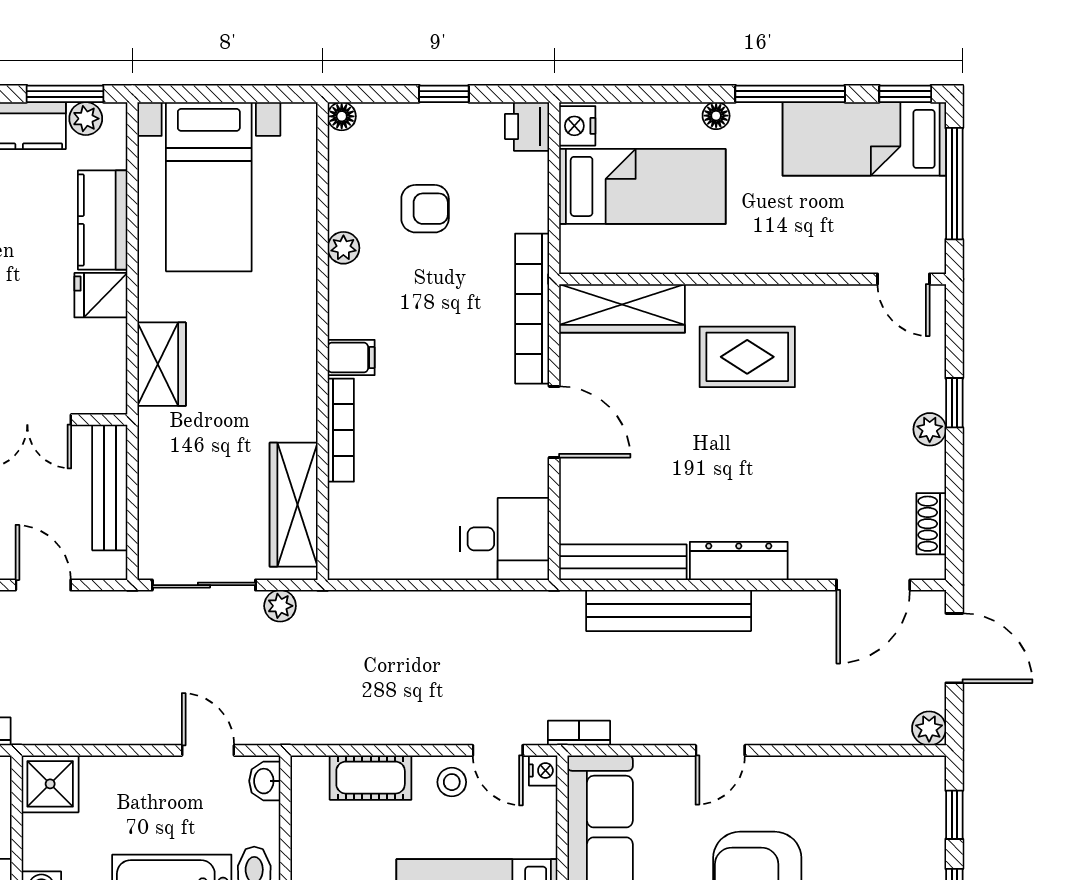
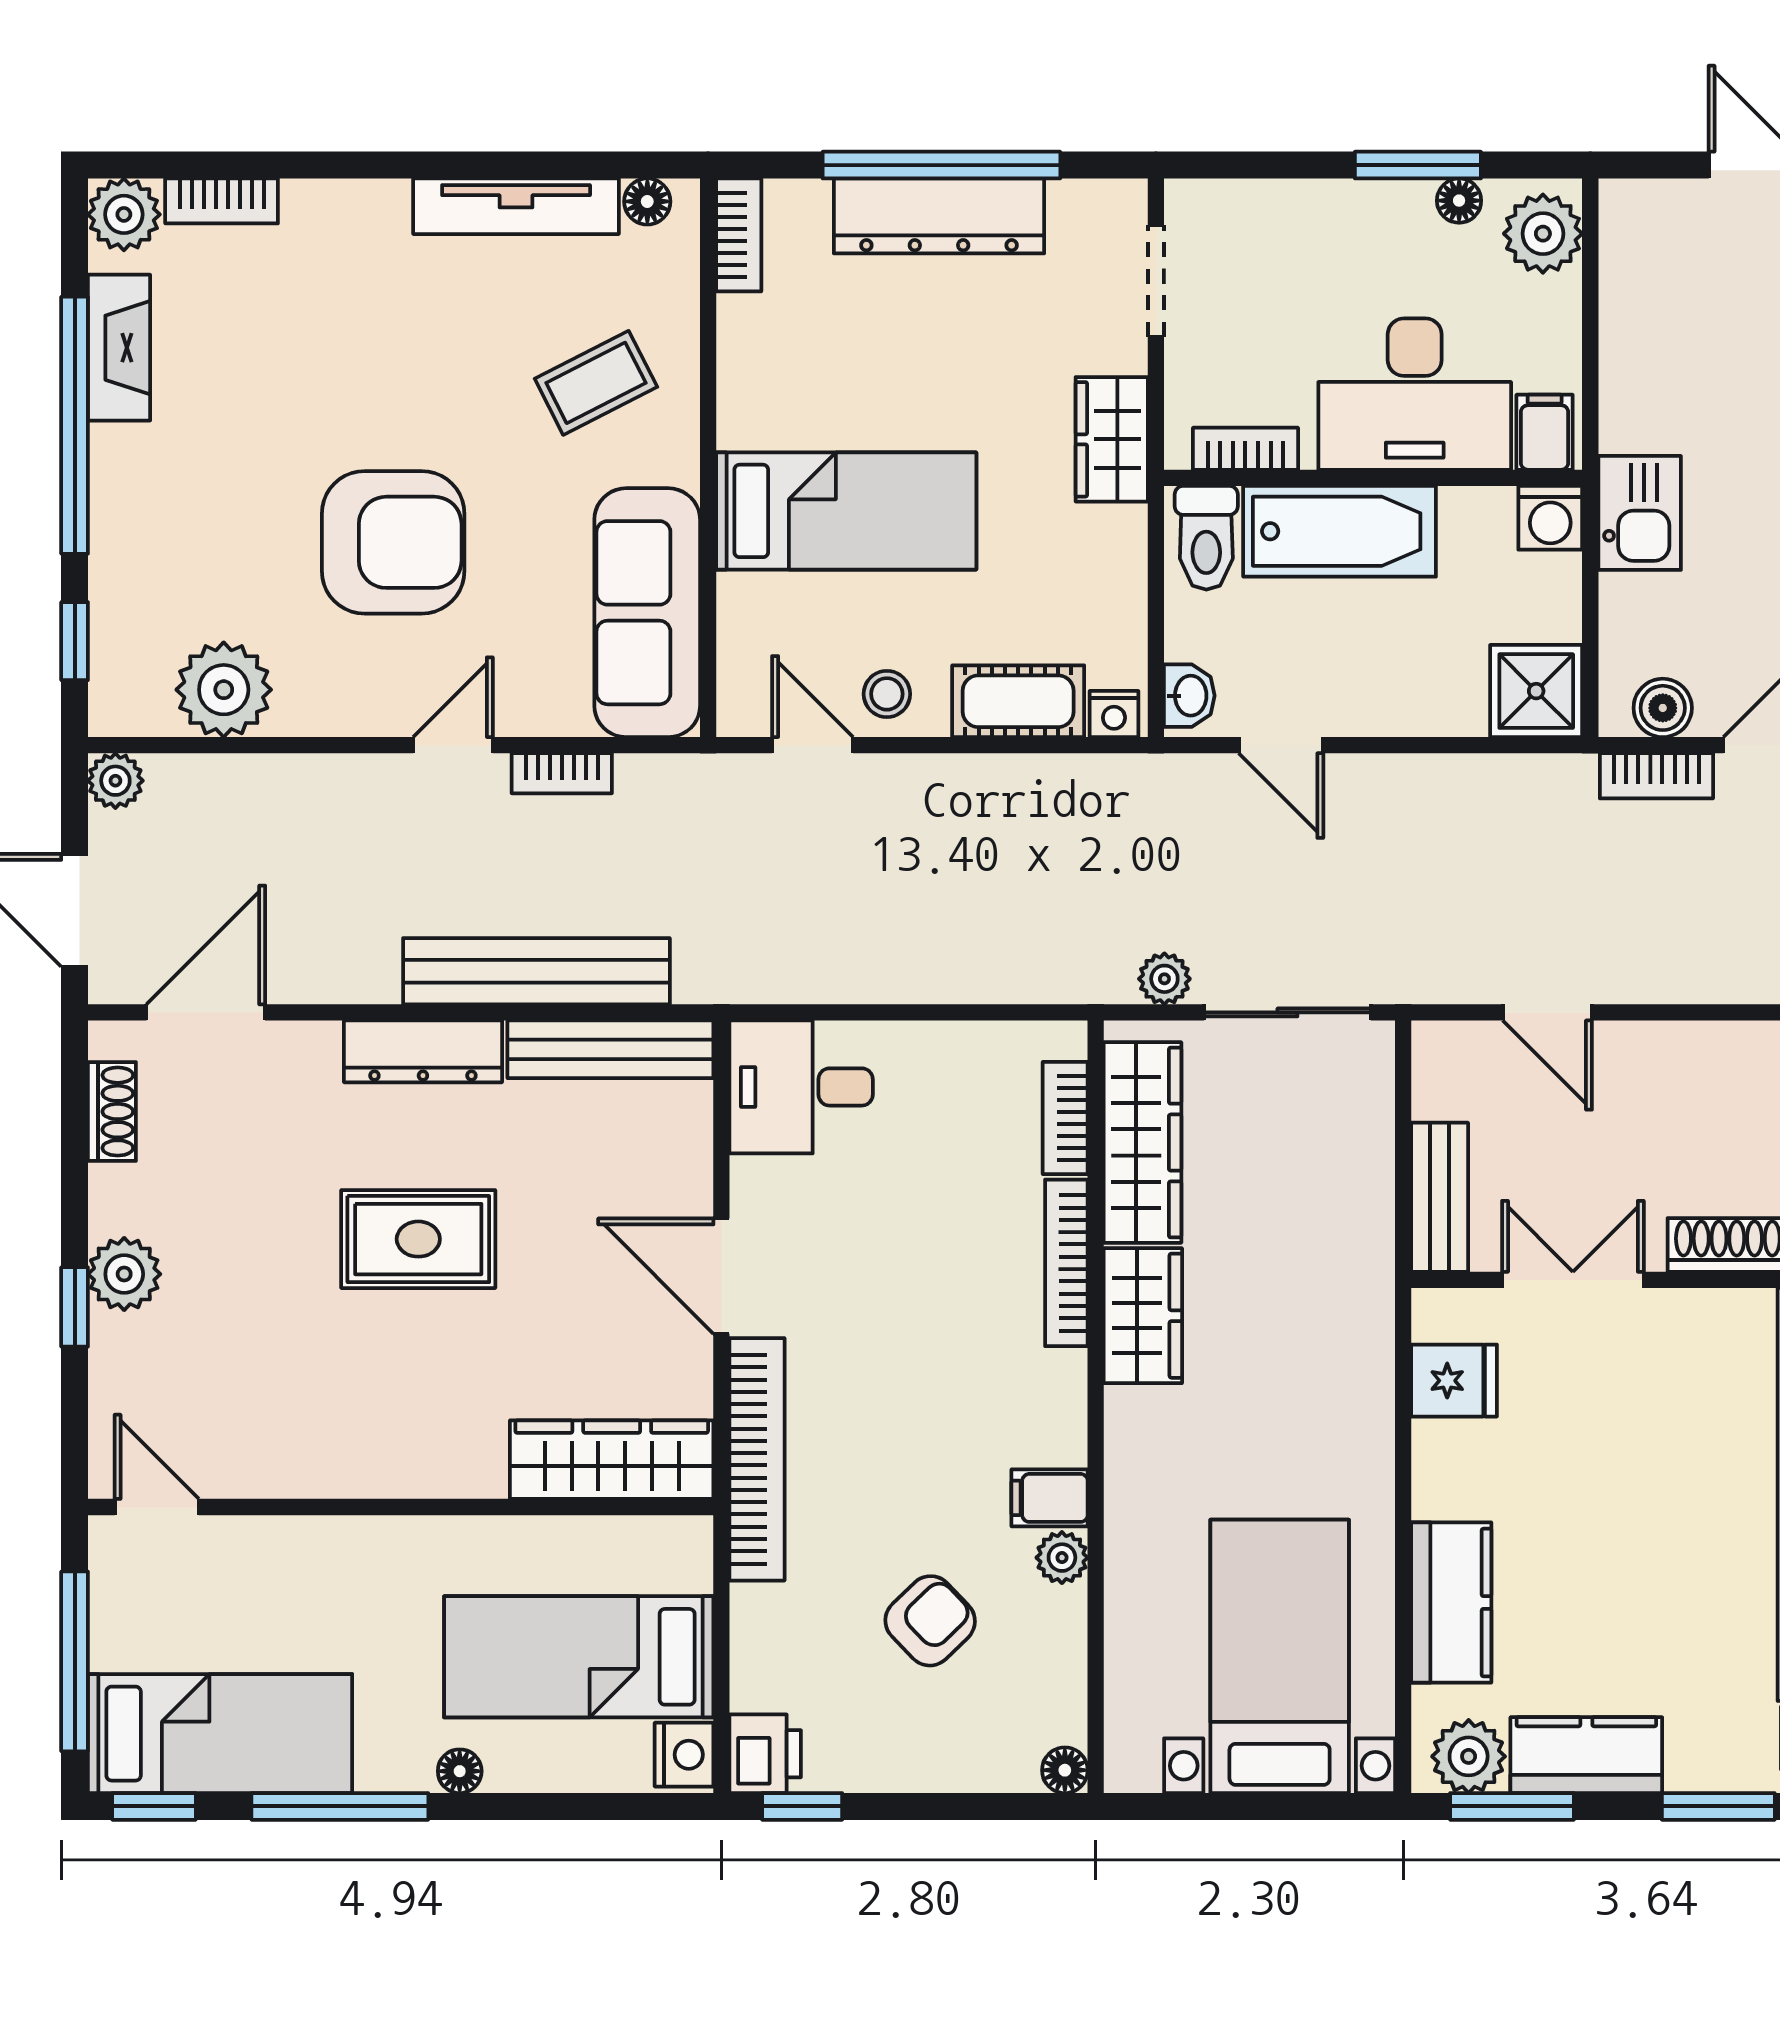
window: (444, 94) -> (802, 1806), moved
plant: (86, 119) -> (1469, 1756), width x1.38, depth x1.38
armchair: (425, 209) -> (930, 1621), turned 136
fridge: (101, 295) -> (1454, 1381), moved
rug: (747, 357) -> (418, 1239), moved
filing cabinet: (351, 358) -> (1050, 1498), moved
wardrobe: (162, 364) -> (1143, 1316), moved, turned 180
plant: (930, 429) -> (124, 1274), width x1.38, depth x1.38
bench: (110, 487) -> (1440, 1197), width x0.73
bookcase: (341, 520) -> (1065, 1118), added
bookcase: (579, 733) -> (562, 773), moved
nightstand: (543, 770) -> (1114, 714), moved, turned -90
plant: (862, 785) -> (224, 690), added

